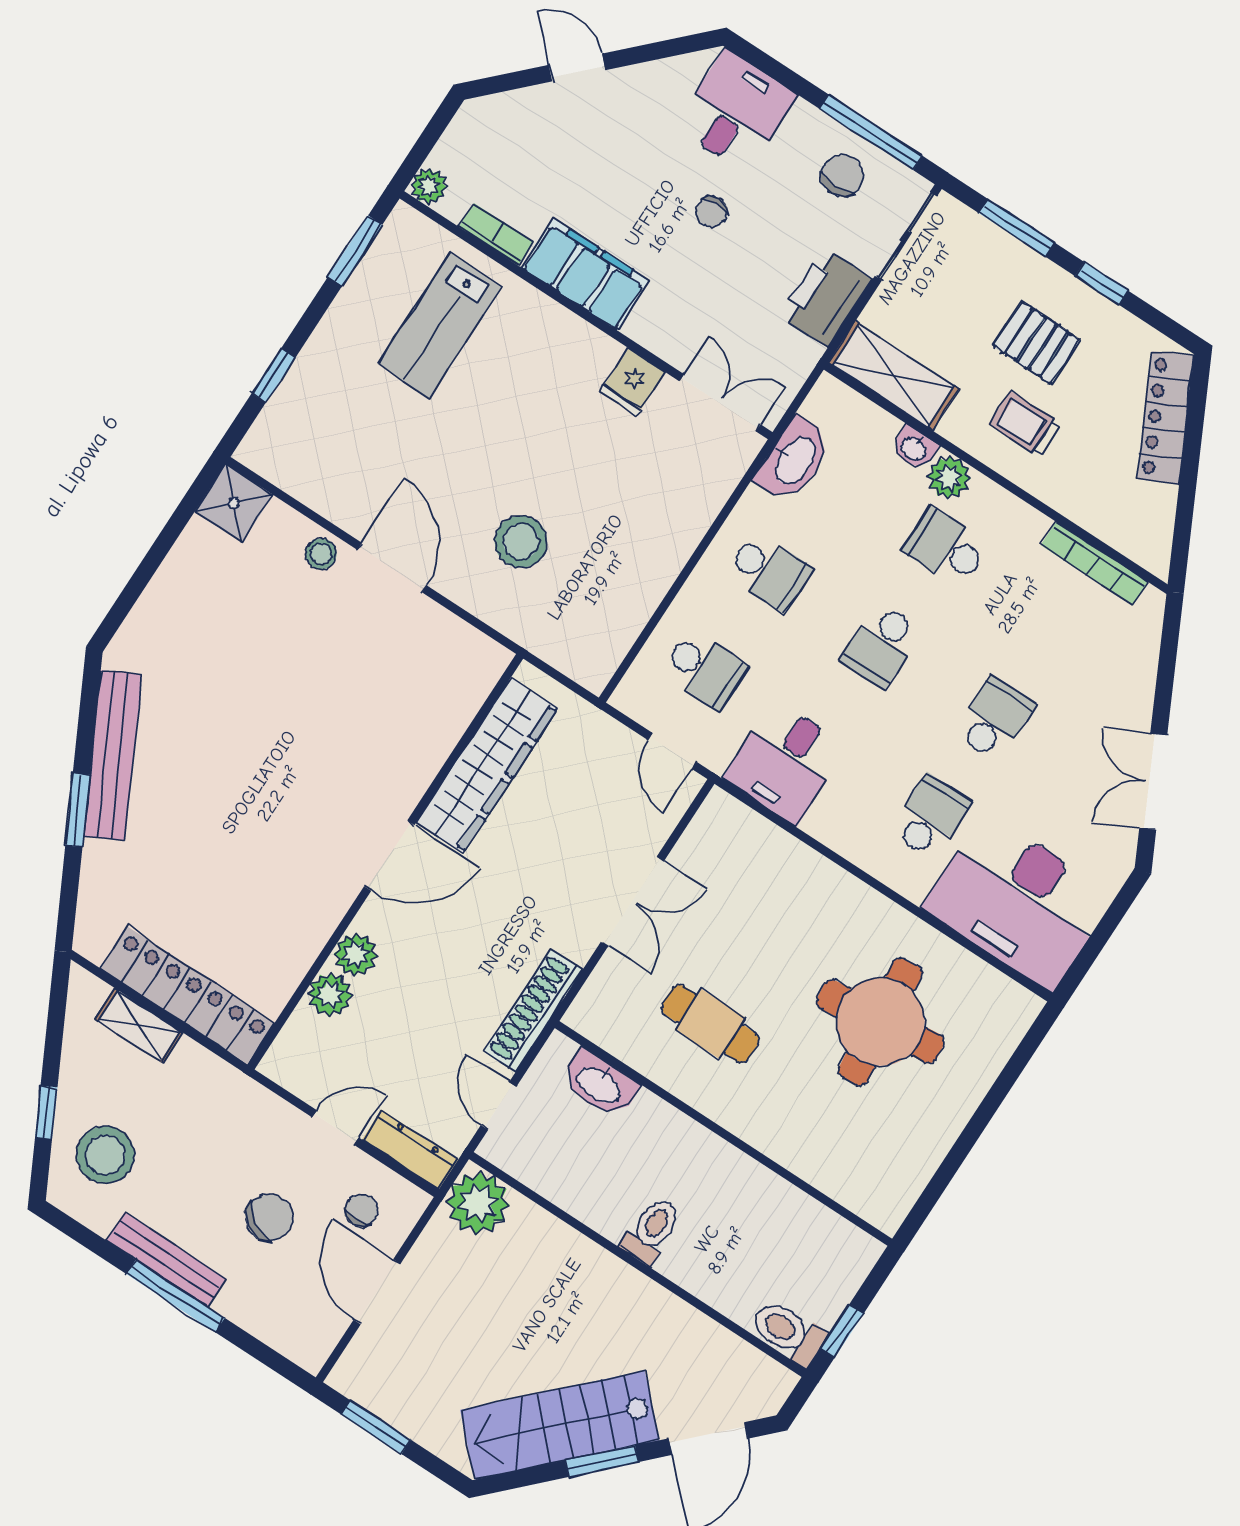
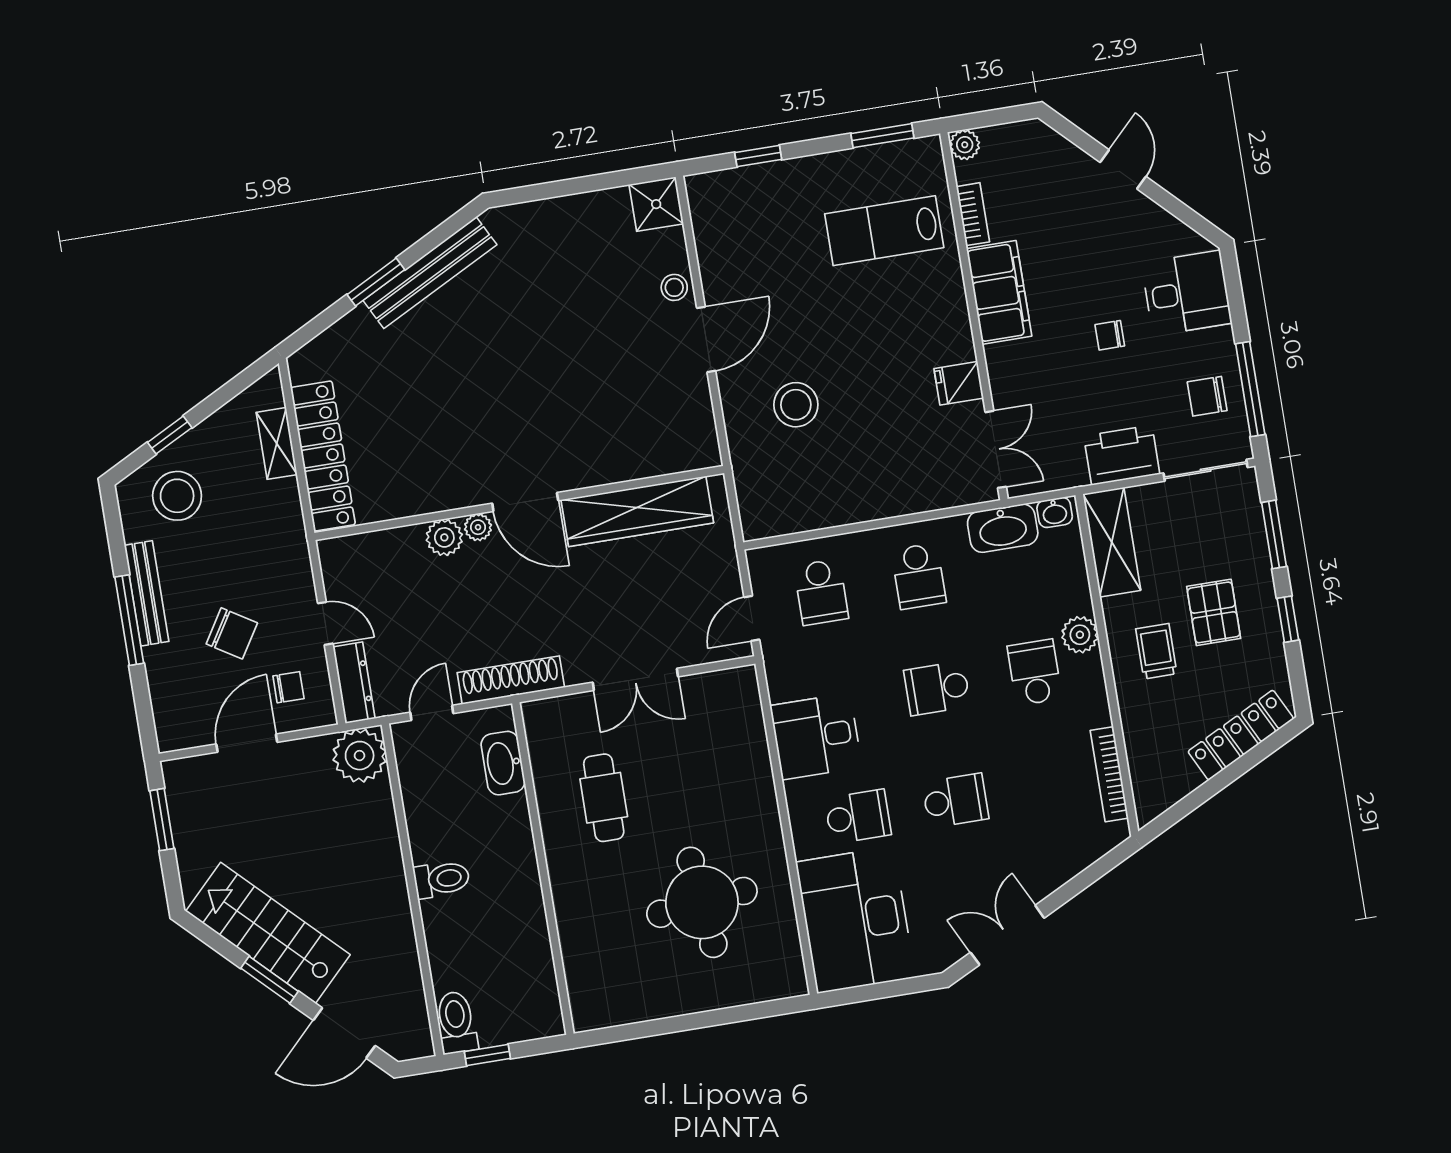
chair: (843, 176) -> (1207, 396), turned 180
washbasin: (914, 448) -> (1055, 512), moved, turned -90
desk: (785, 762) -> (816, 736), moved
plant: (330, 995) -> (478, 527), moved, width x0.73, depth x0.73

